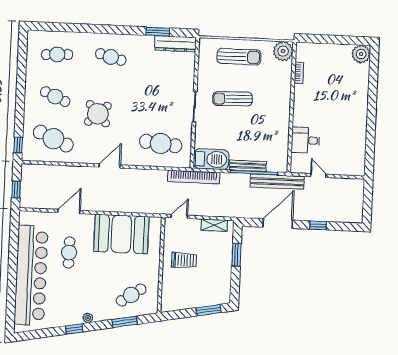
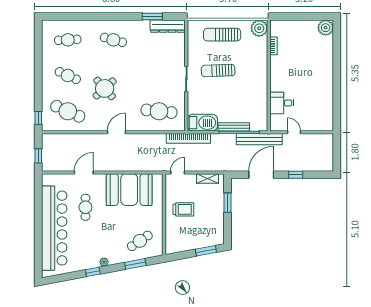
sun lounger: (239, 57) -> (222, 35), turned 180

